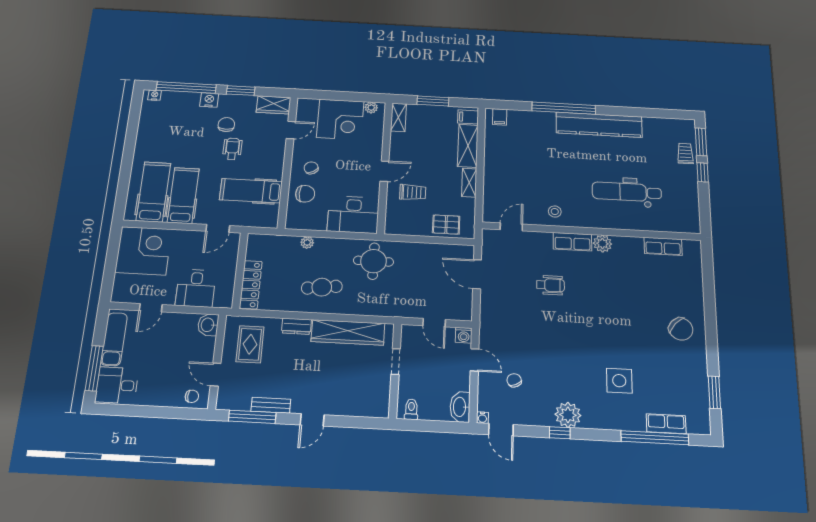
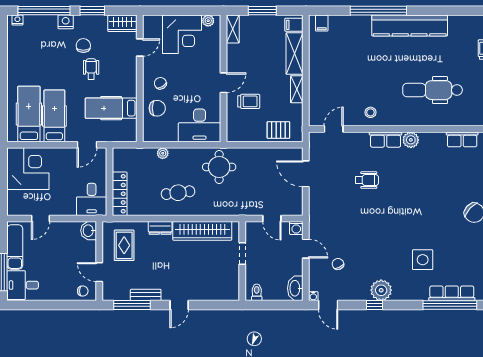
desk: (196, 288) -> (92, 199), moved
row of seats: (666, 424) -> (452, 293), width x1.48

